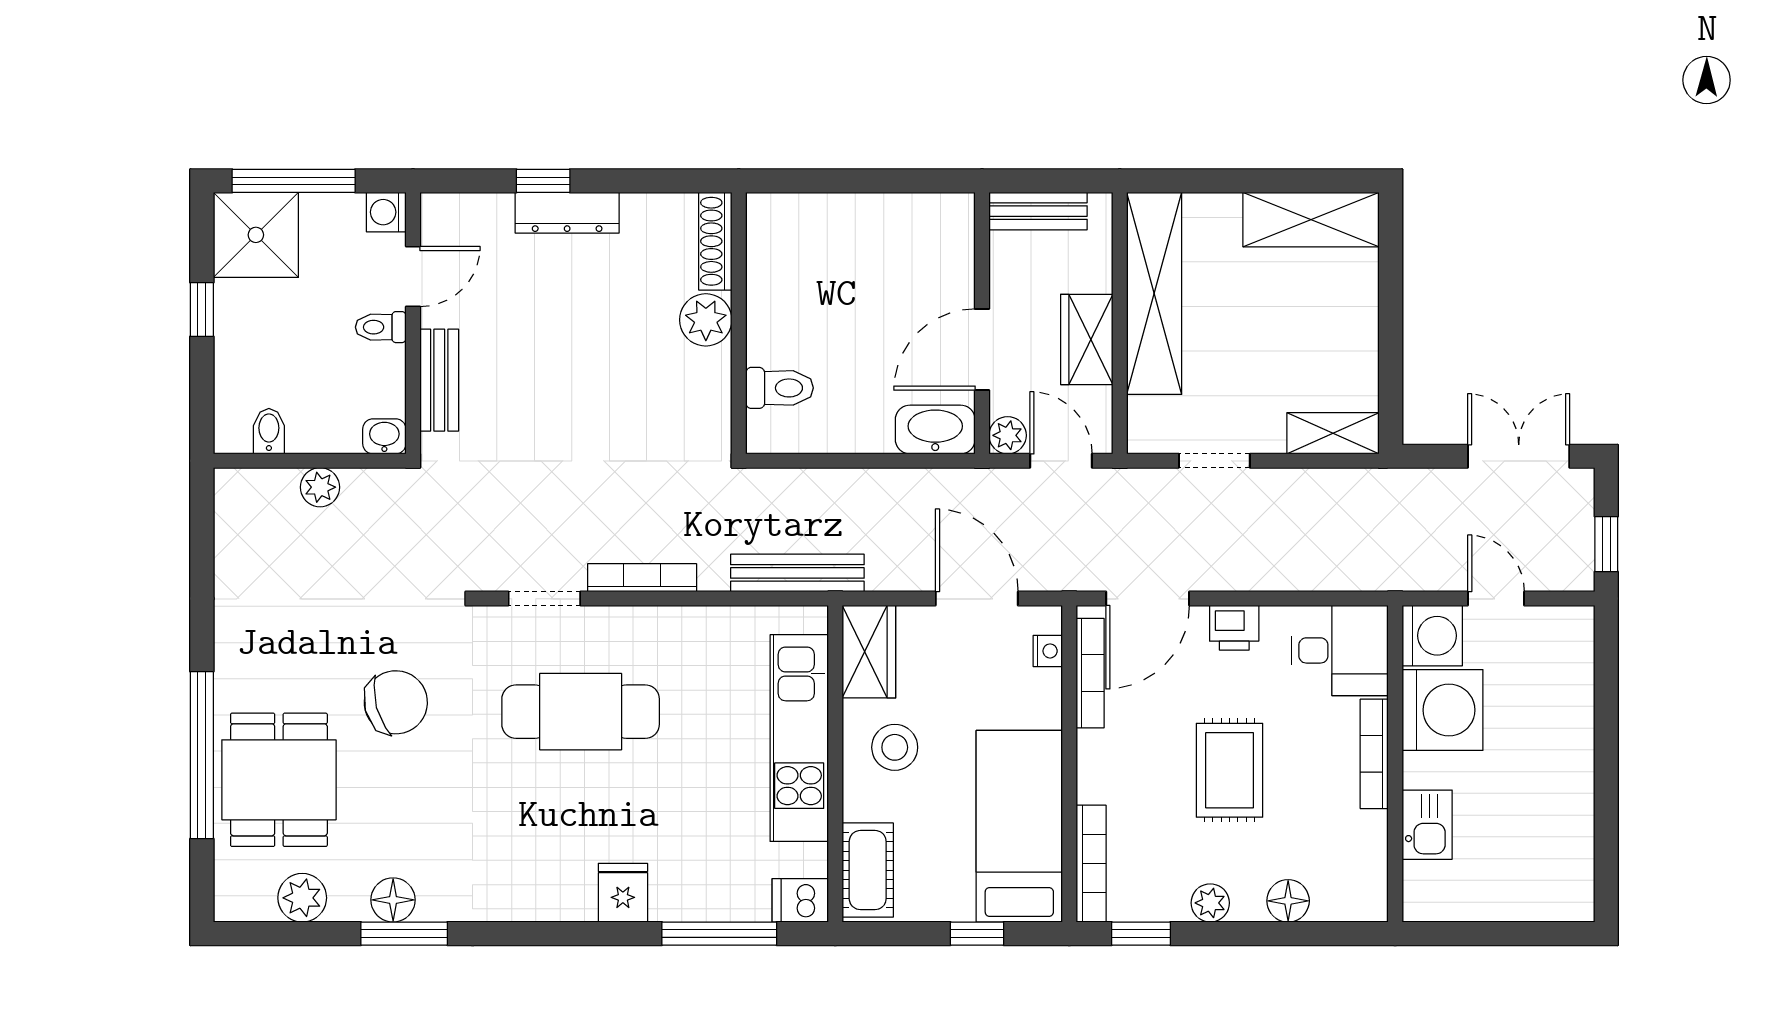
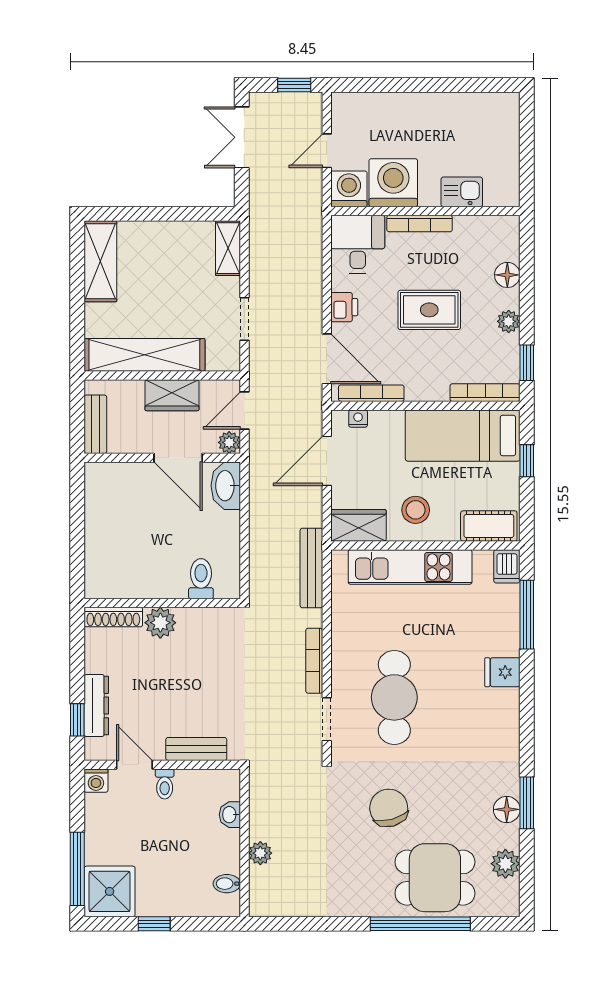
washing machine: (386, 212) -> (96, 781), moved
door: (413, 277) -> (134, 765), moved
wall: (413, 323) -> (162, 765), moved
toilet: (381, 327) -> (165, 784), moved
bench: (439, 380) -> (196, 749), moved

